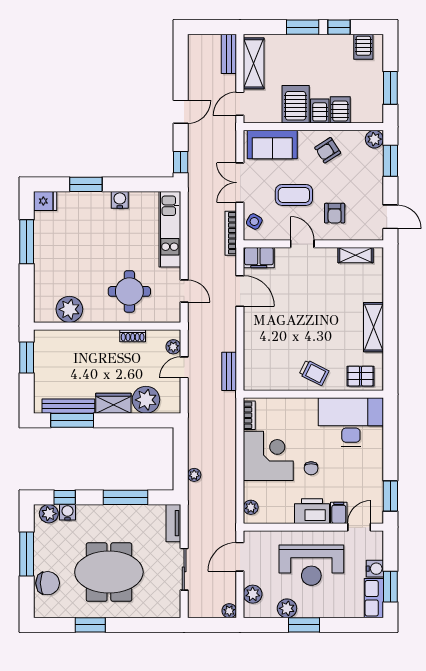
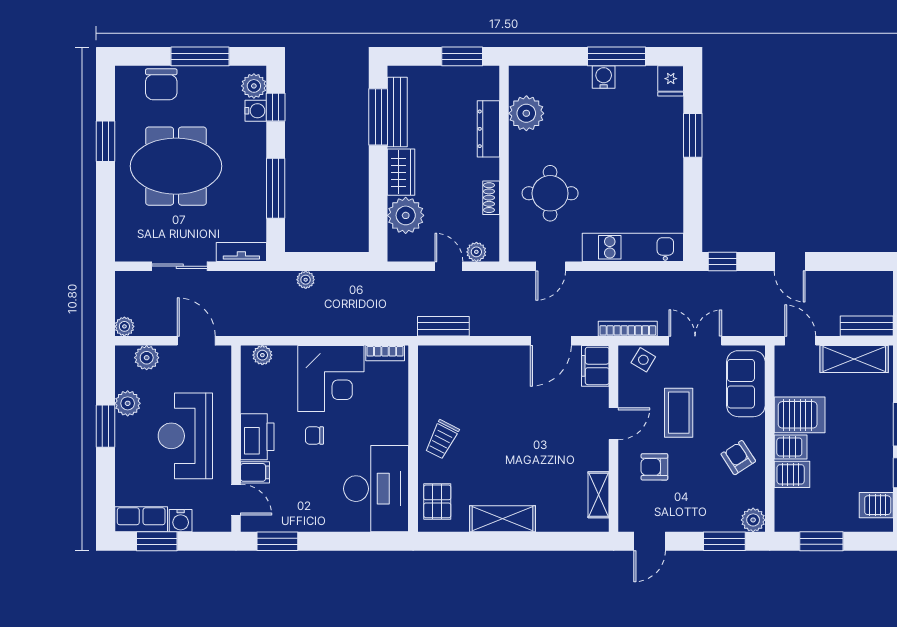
water cooler: (120, 200) -> (604, 77), moved, turned -90
dresser: (81, 338) -> (488, 129), added
meeting table: (109, 572) -> (176, 166), turned 90

